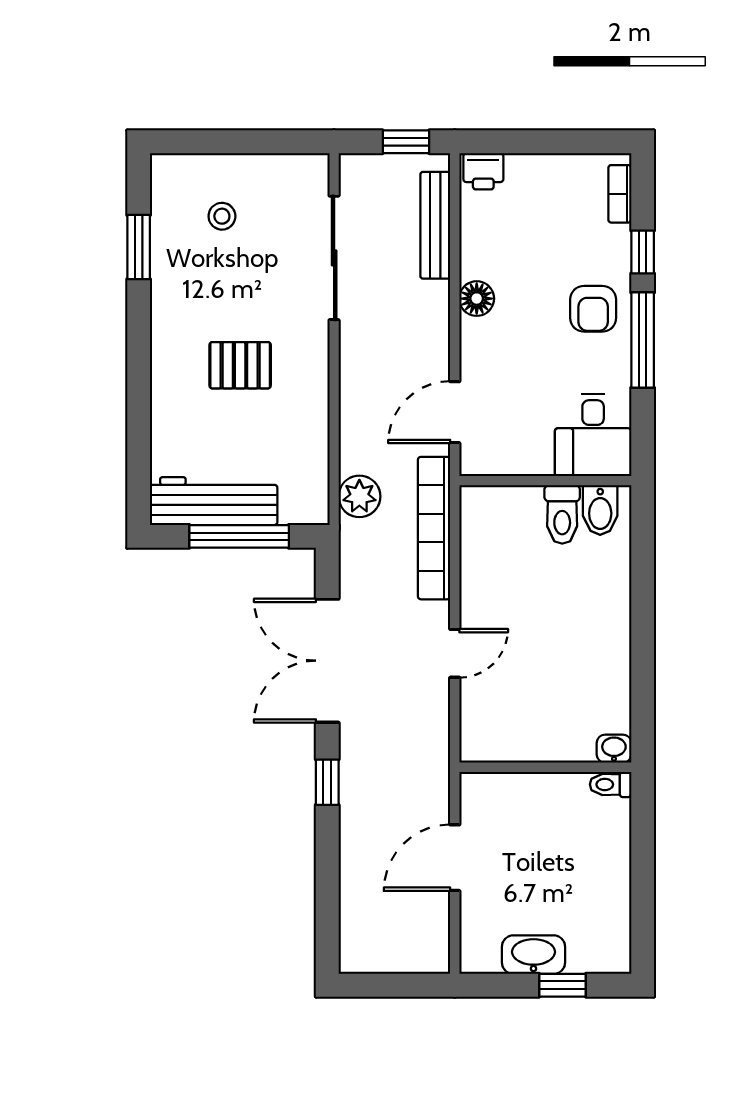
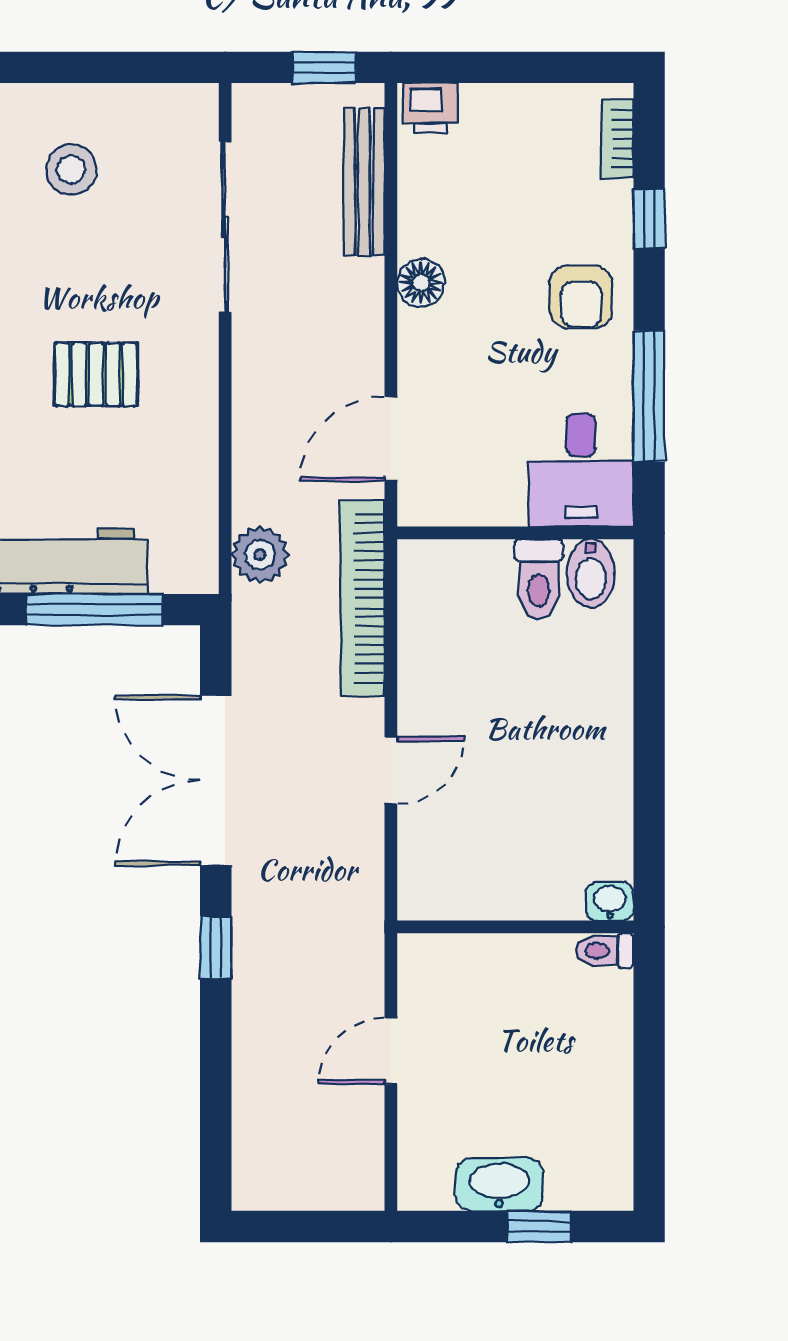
stool: (222, 216) -> (71, 170), width x1.37, depth x1.37
window: (643, 340) -> (649, 396), moved
door: (455, 858) -> (391, 1051), width x0.73

